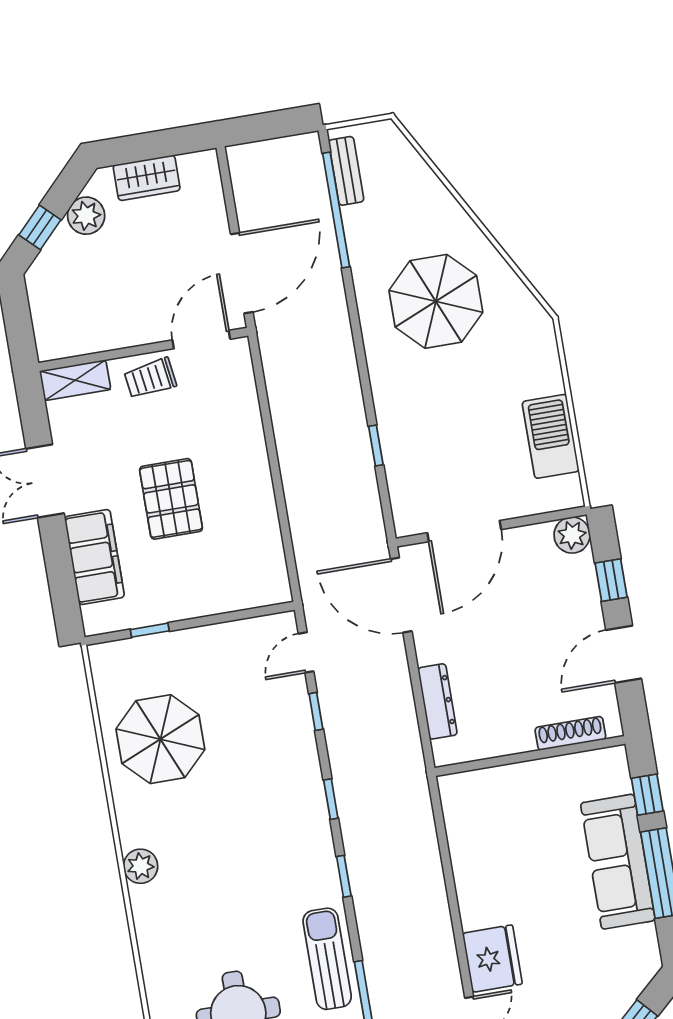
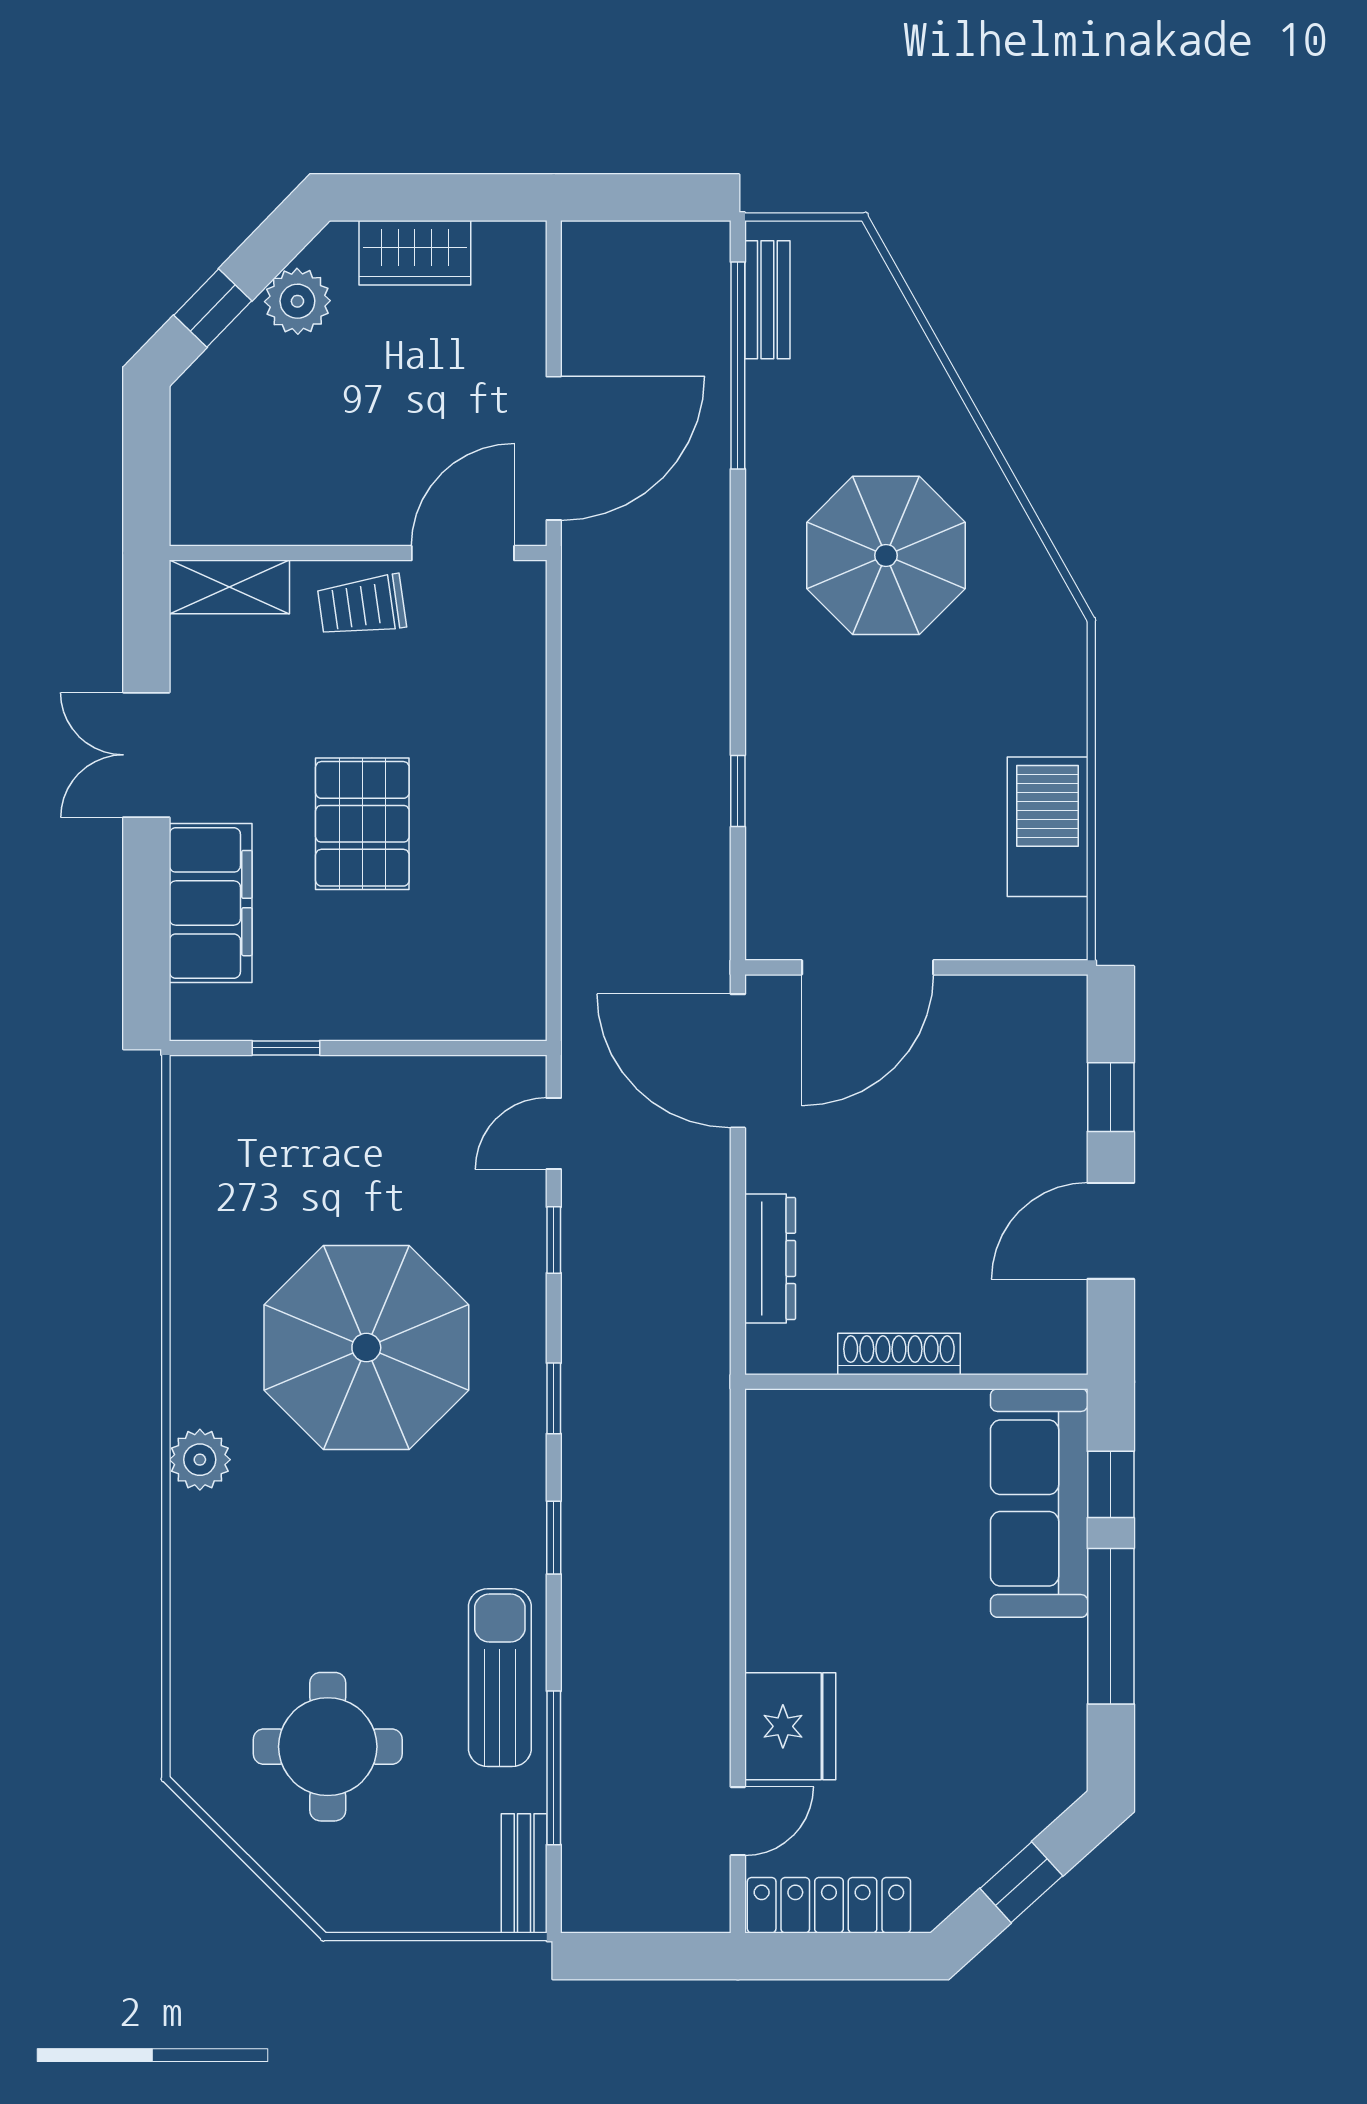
plant: (572, 535) -> (1056, 1006), removed
shoe rack: (570, 733) -> (899, 1354), moved
parasol: (160, 739) -> (366, 1348), moved, width x1.36, depth x1.36
sofa: (618, 862) -> (1039, 1503), moved

